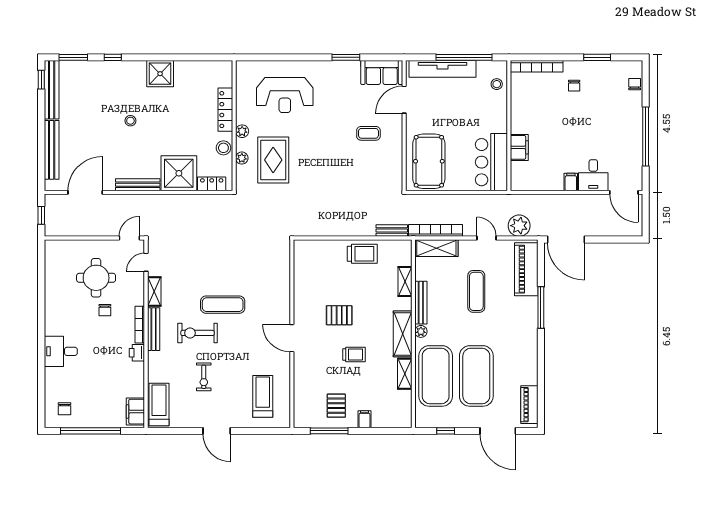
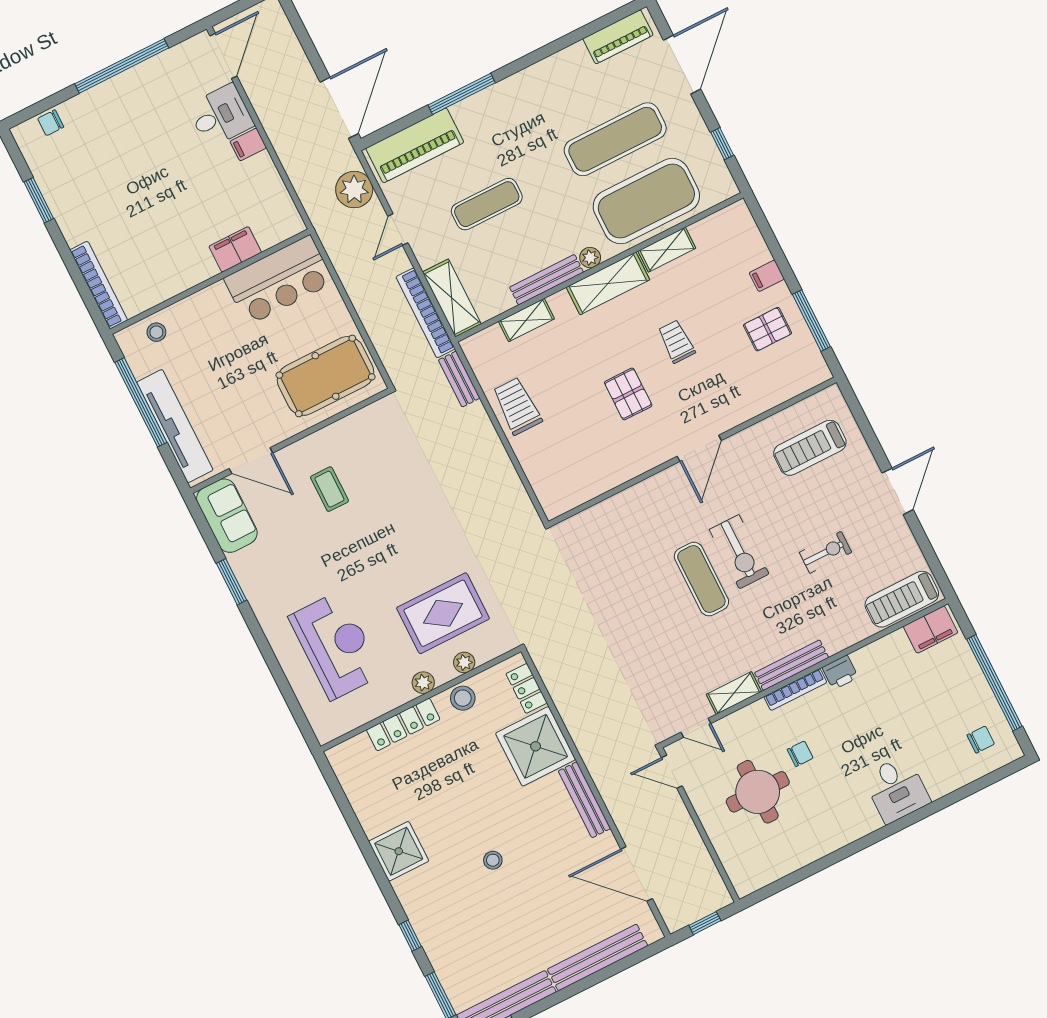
chair: (574, 86) -> (99, 213), removed
exercise bike: (197, 333) -> (739, 552), moved
exercise mat: (476, 376) -> (615, 139), width x0.68

